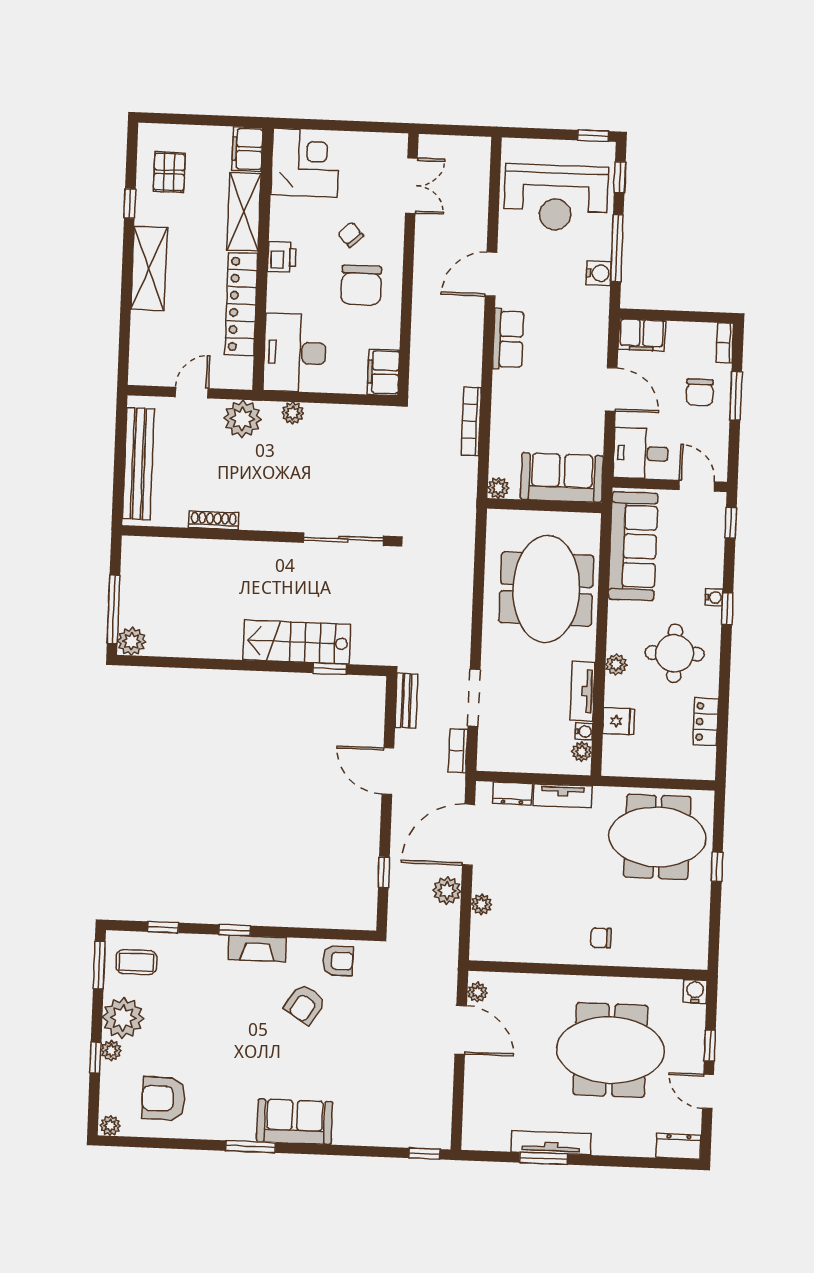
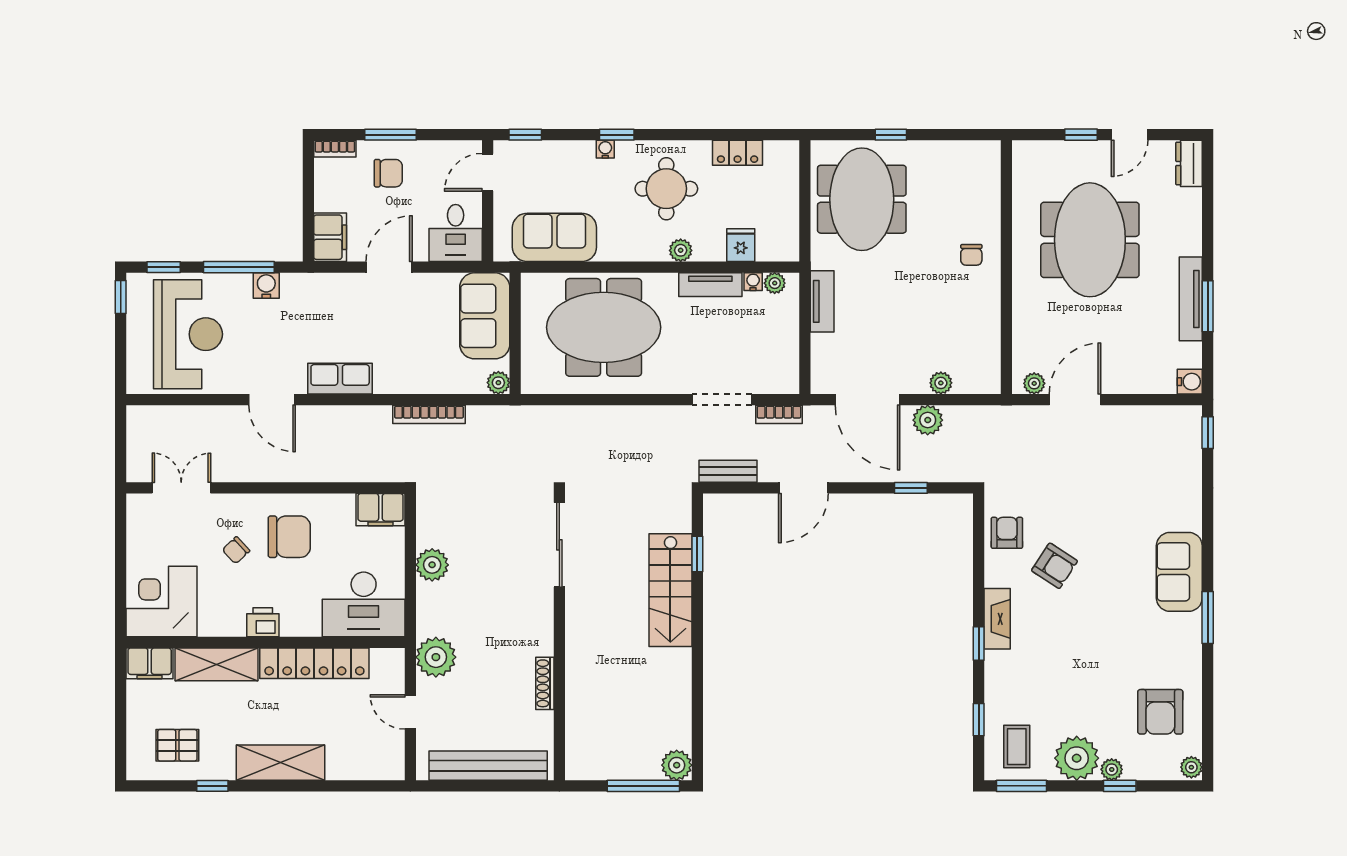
plant: (293, 413) -> (432, 565), moved, width x1.38, depth x1.38
sofa: (633, 546) -> (554, 237), width x0.73
dresser: (512, 794) -> (822, 355), removed
water cooler: (695, 991) -> (1190, 382), moved, turned 180

